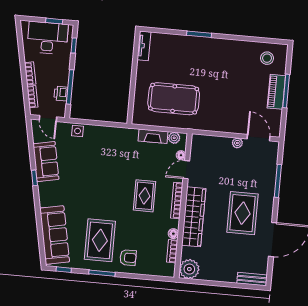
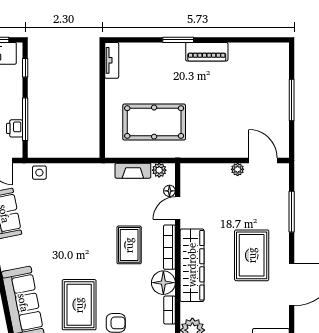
stool: (267, 58) -> (265, 62), removed
piano: (276, 92) -> (207, 52), moved, turned -90
floor lamp: (173, 234) -> (163, 283), width x1.89, depth x1.89

